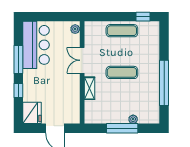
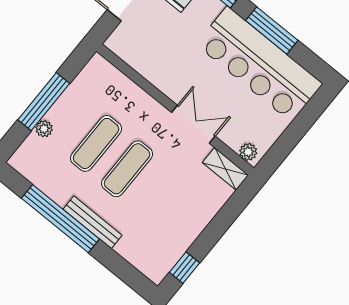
exercise mat: (122, 31) -> (96, 143), moved
bar counter: (36, 45) -> (259, 64), width x1.36
bench: (155, 69) -> (93, 222), added
shelving: (89, 88) -> (225, 169), moved

